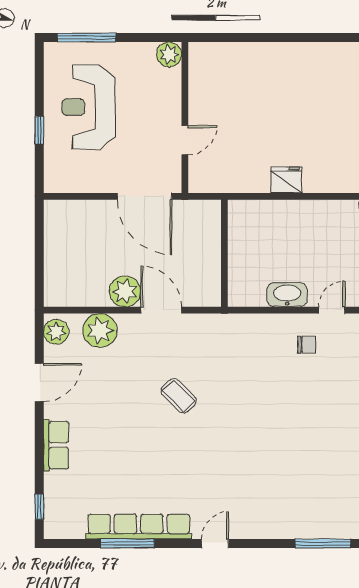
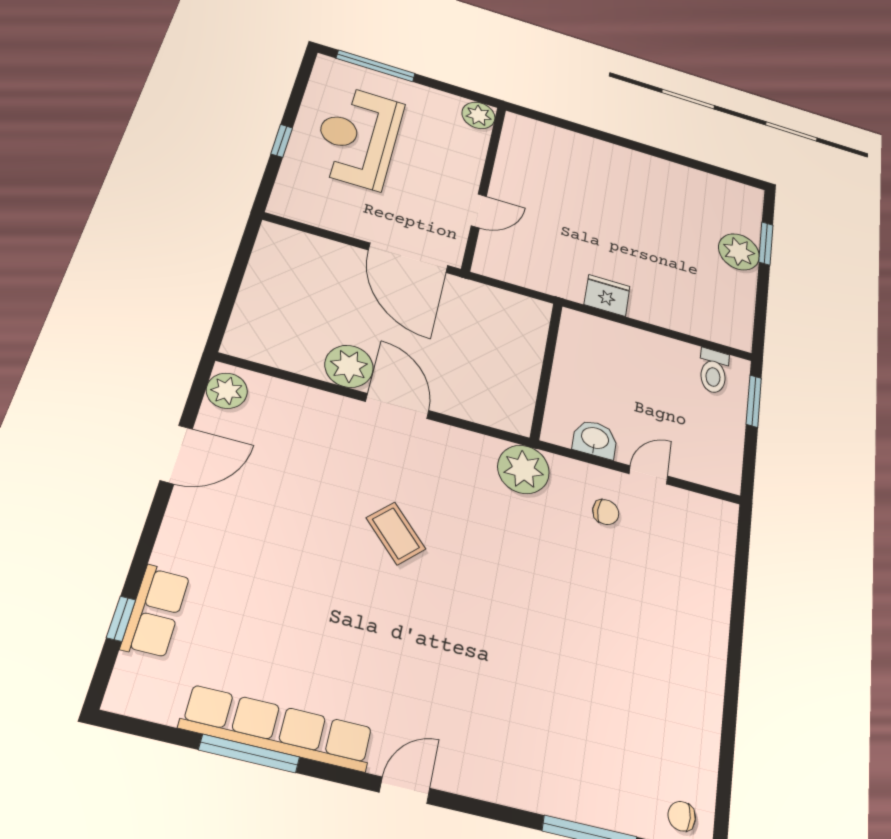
wall: (224, 253) -> (547, 370), moved
washbasin: (287, 295) -> (595, 439), width x0.72
plant: (100, 330) -> (523, 469), moved
row of seats: (56, 445) -> (155, 612), moved
window: (39, 507) -> (121, 619), moved

